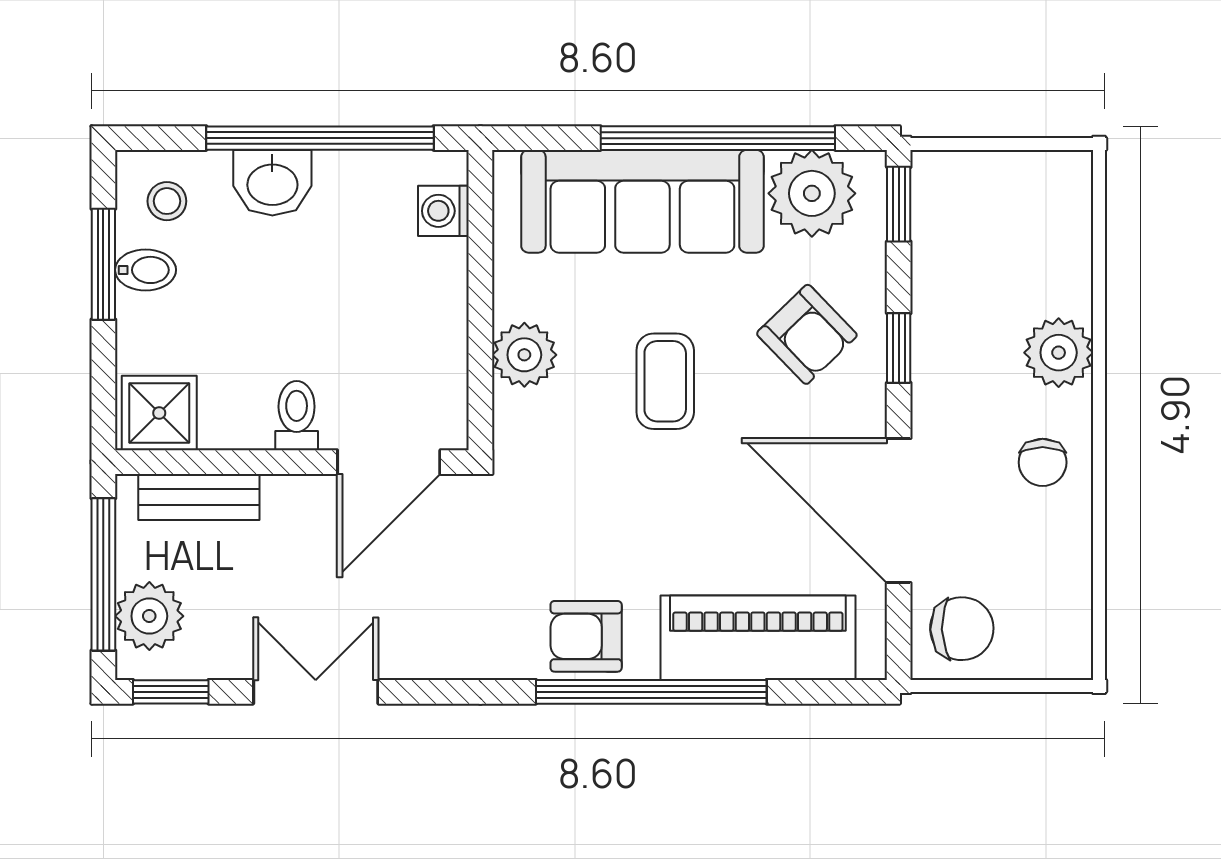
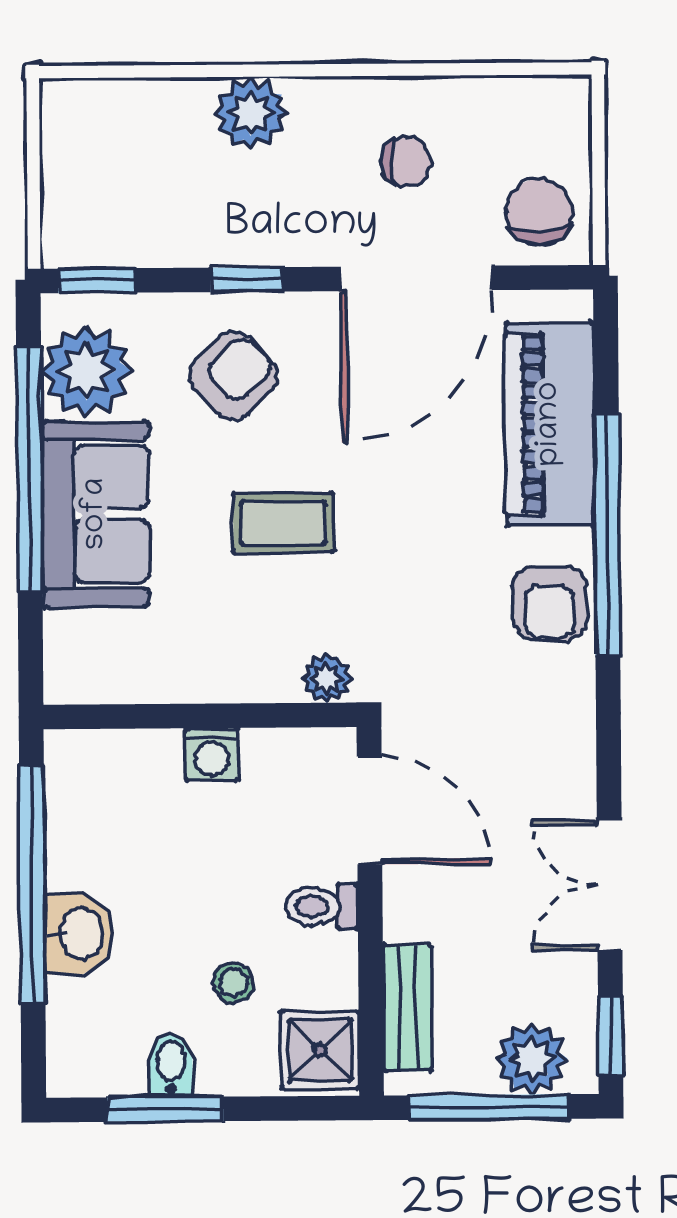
stool: (167, 201) -> (233, 983), moved
sofa: (642, 201) -> (96, 514), width x0.73
washing machine: (443, 211) -> (212, 754), moved
plant: (524, 355) -> (326, 678), moved, width x0.73, depth x0.73
chair: (1043, 462) -> (406, 162), moved

